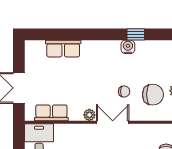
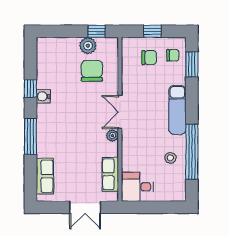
window: (89, 34) -> (30, 136), added
row of seats: (63, 49) -> (45, 176), moved
chair: (124, 91) -> (89, 100), removed

